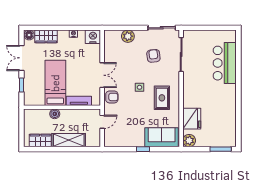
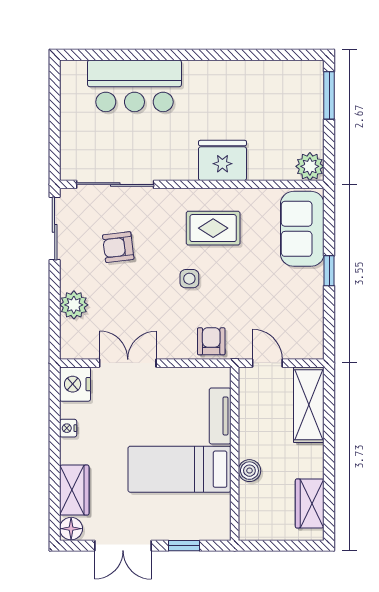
double door: (102, 75) -> (128, 363), moved
fridge: (192, 119) -> (222, 160), moved
shelving: (69, 140) -> (309, 405), moved

